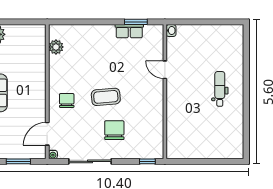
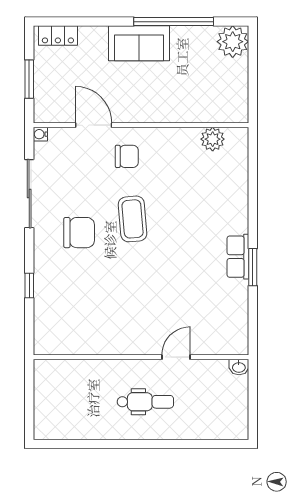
washbasin: (171, 31) -> (239, 367), moved
door: (165, 70) -> (176, 357), moved
wall: (165, 92) -> (141, 357), moved
door: (47, 134) -> (94, 125), moved

